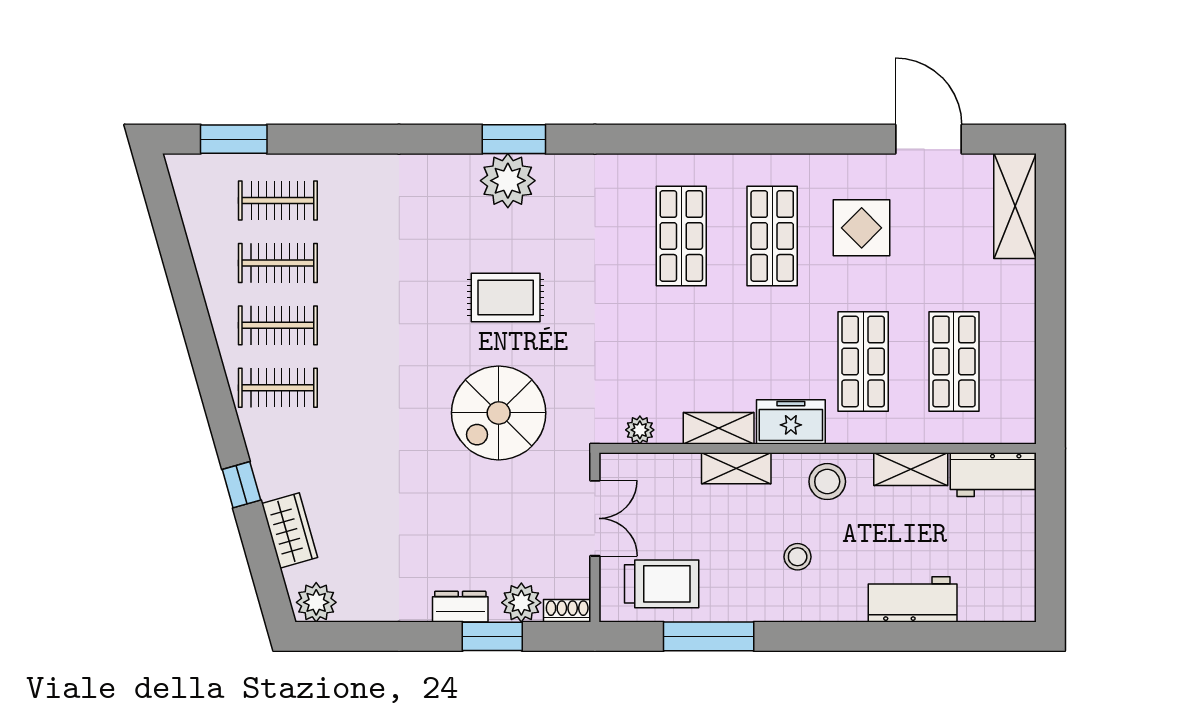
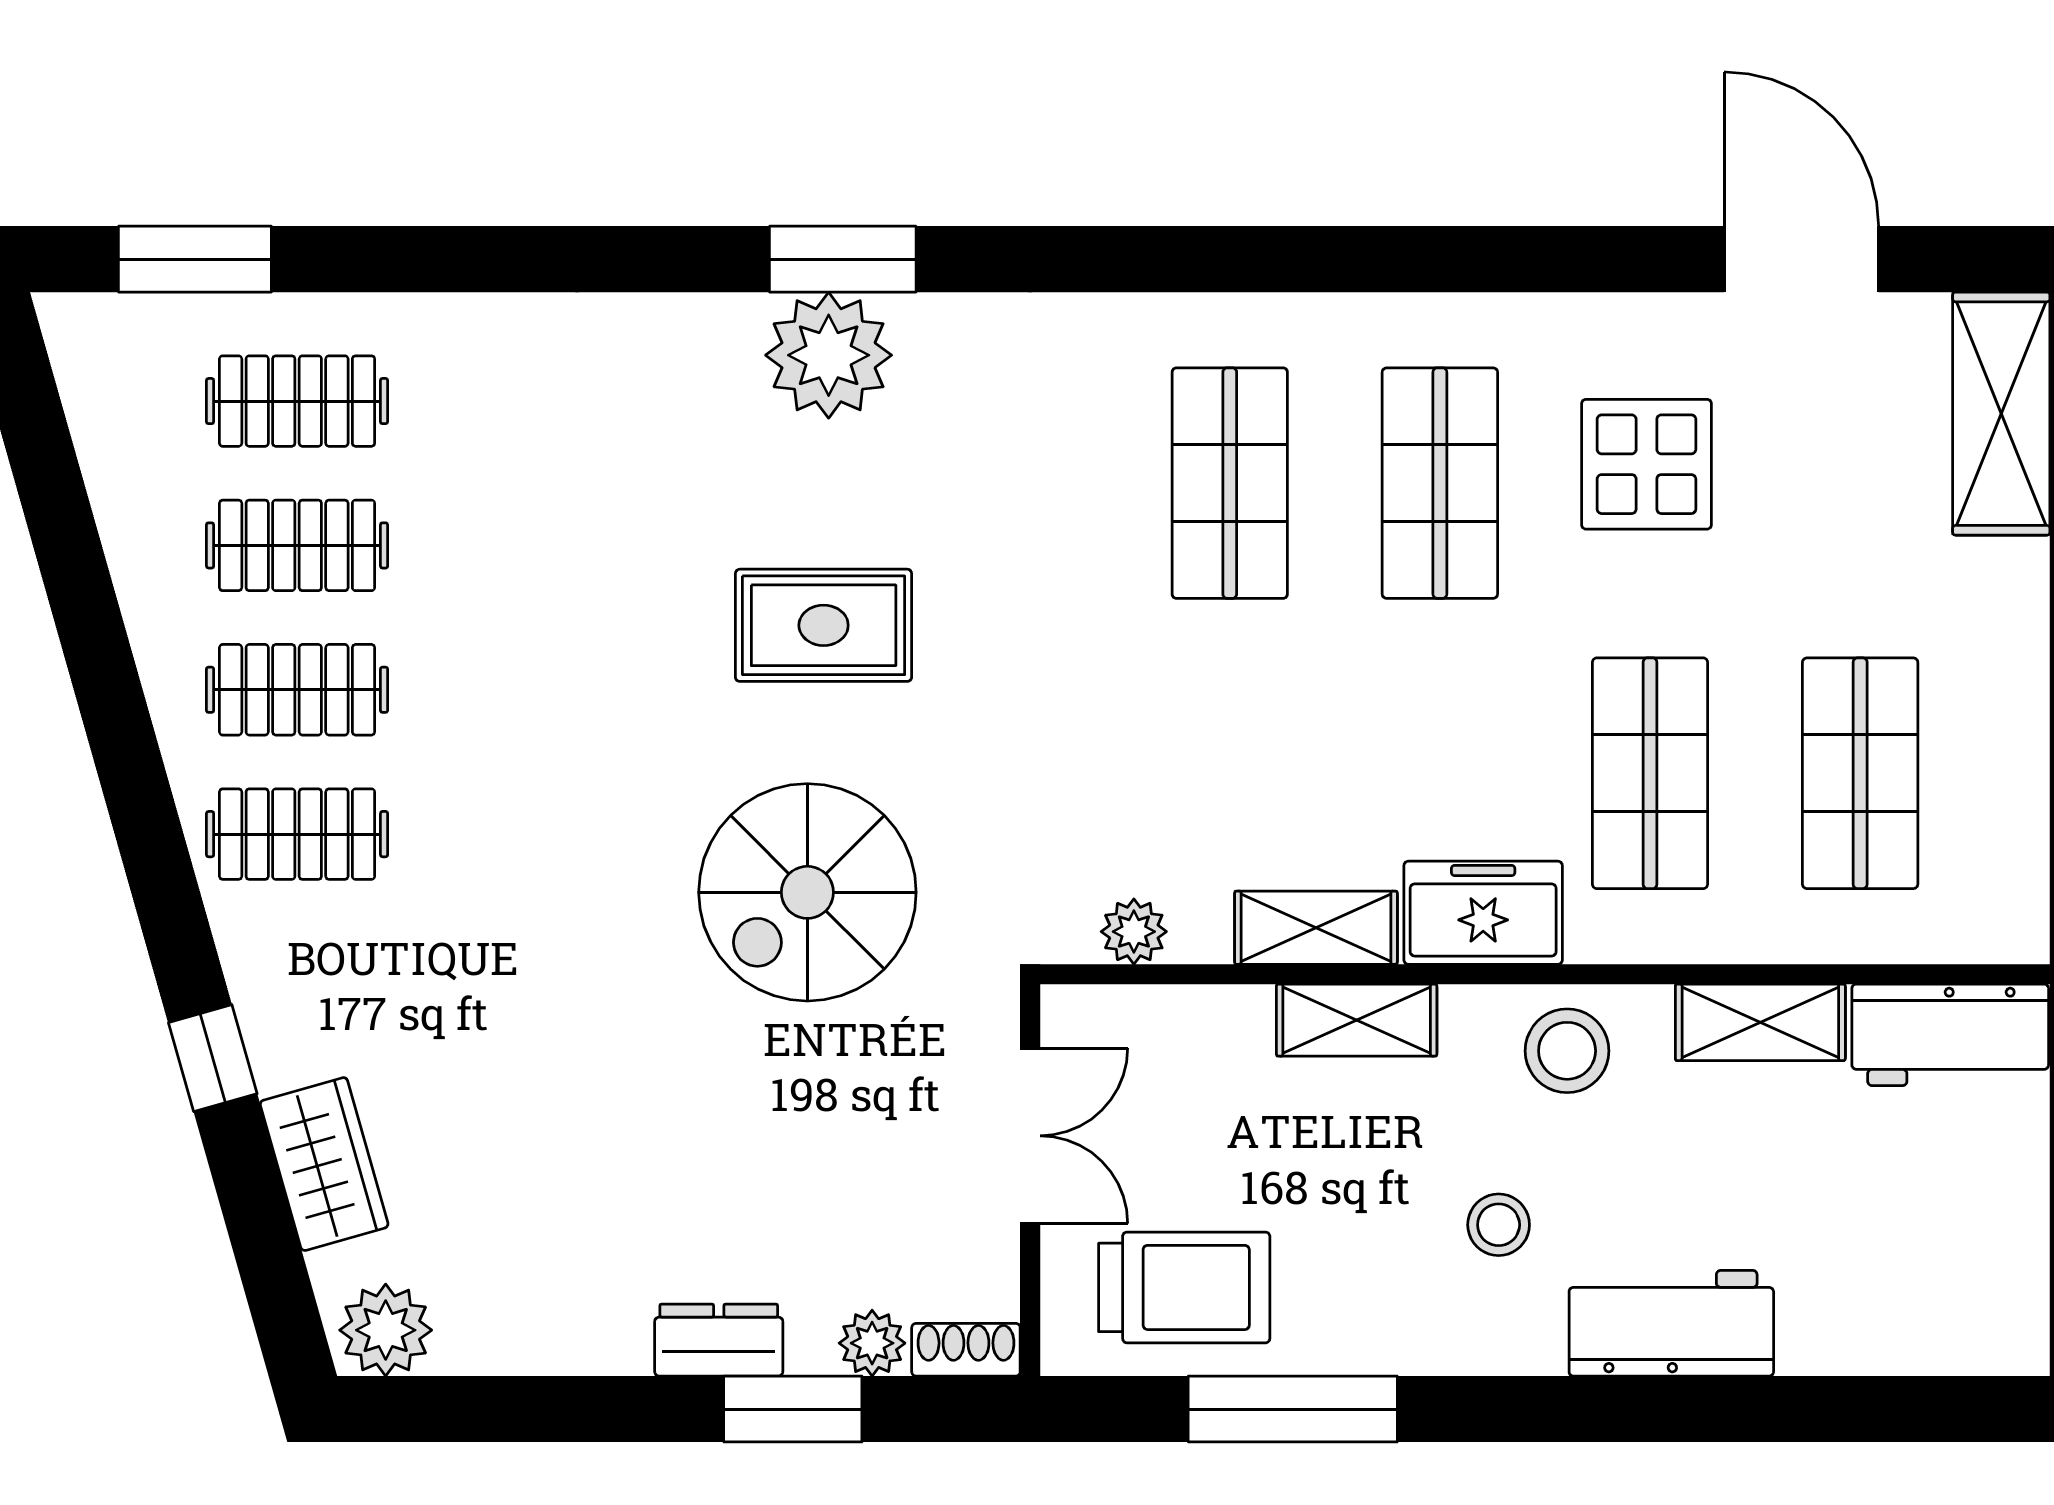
workbench: (913, 599) -> (1671, 1323), moved
plant: (521, 603) -> (872, 1343), width x0.73, depth x0.73

